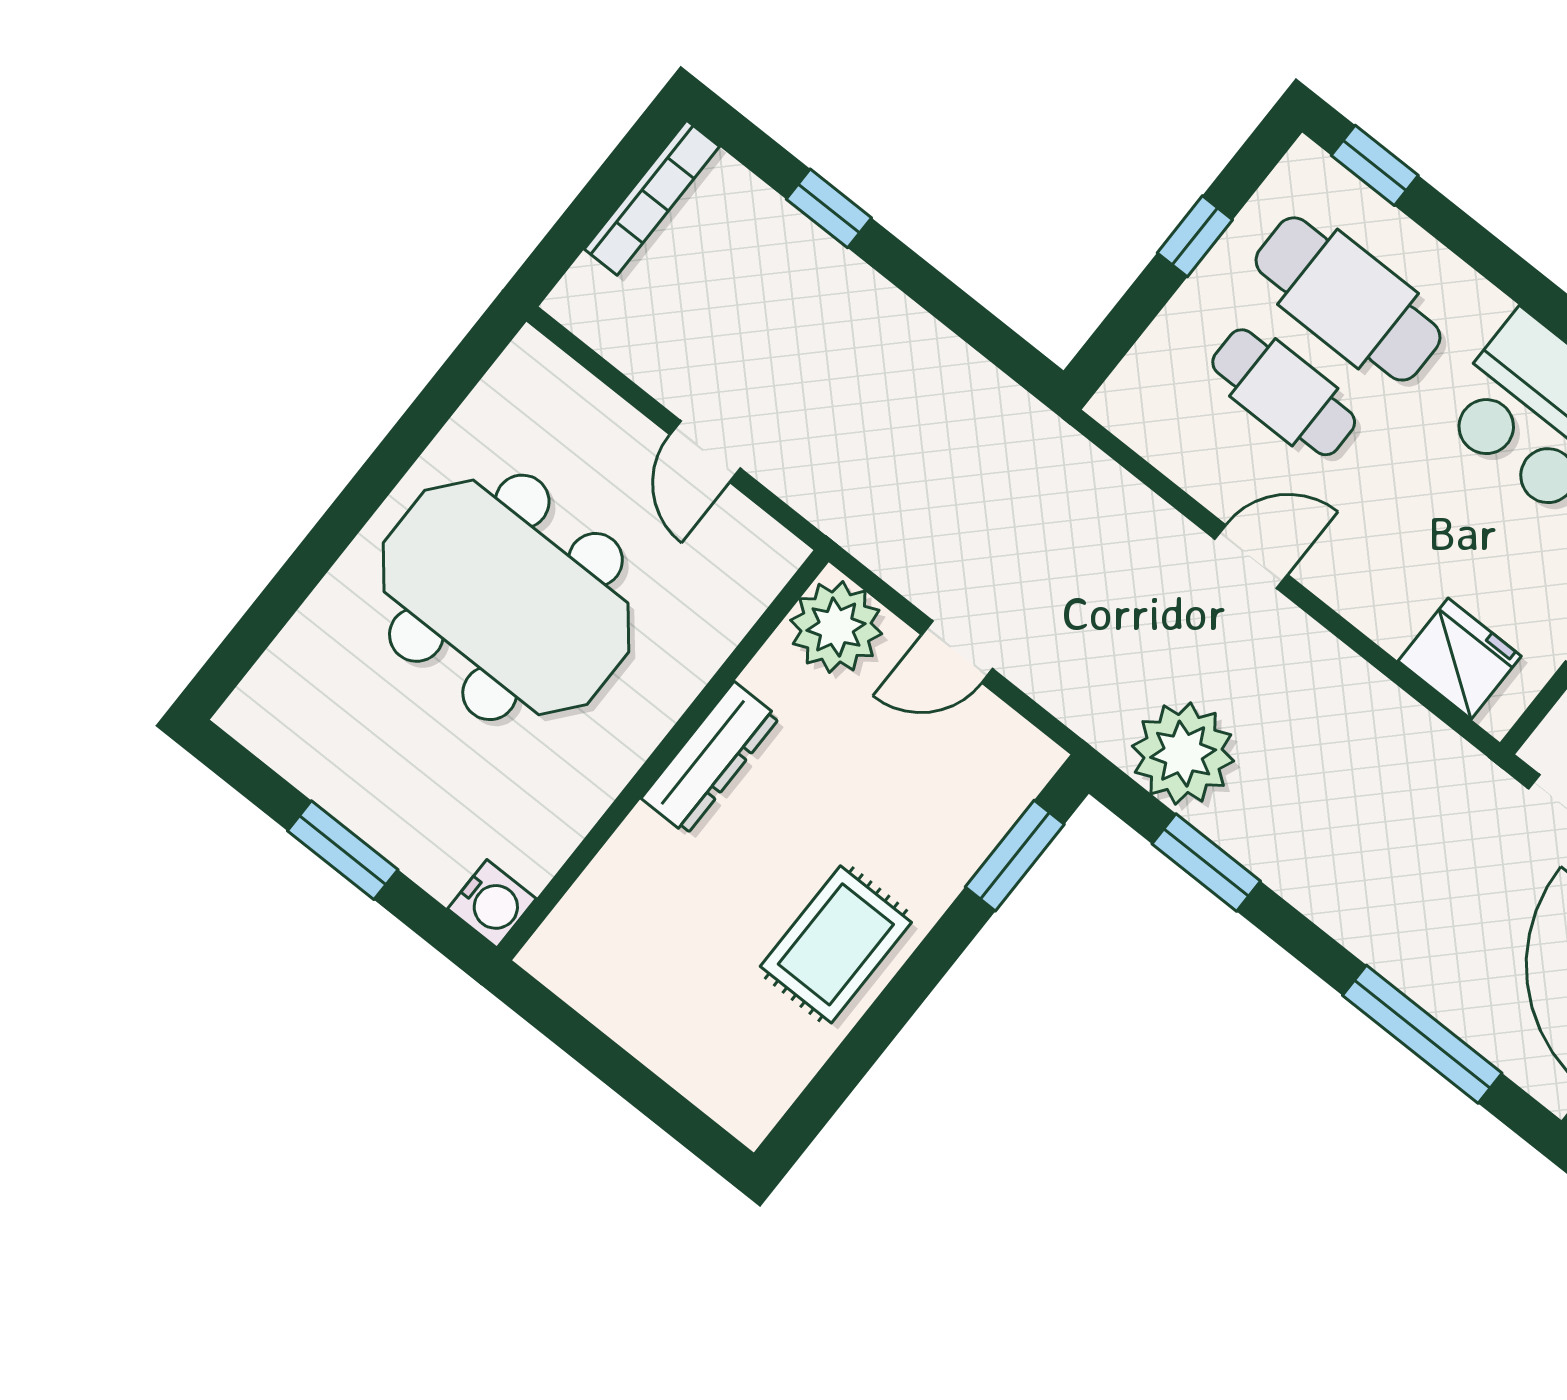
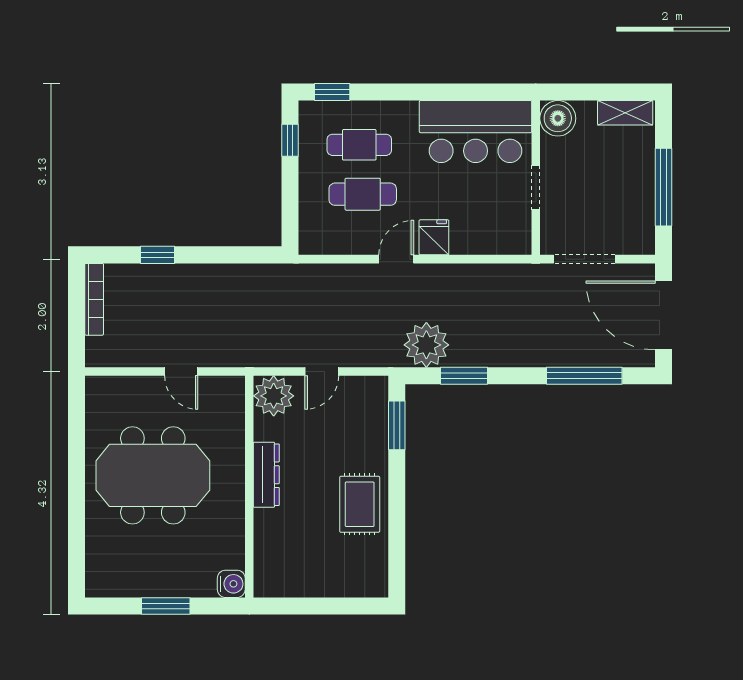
window: (1195, 236) -> (290, 140), moved
cafe table: (1348, 299) -> (359, 145), width x0.73, depth x0.74
fridge: (1460, 659) -> (434, 237), moved, width x0.72

